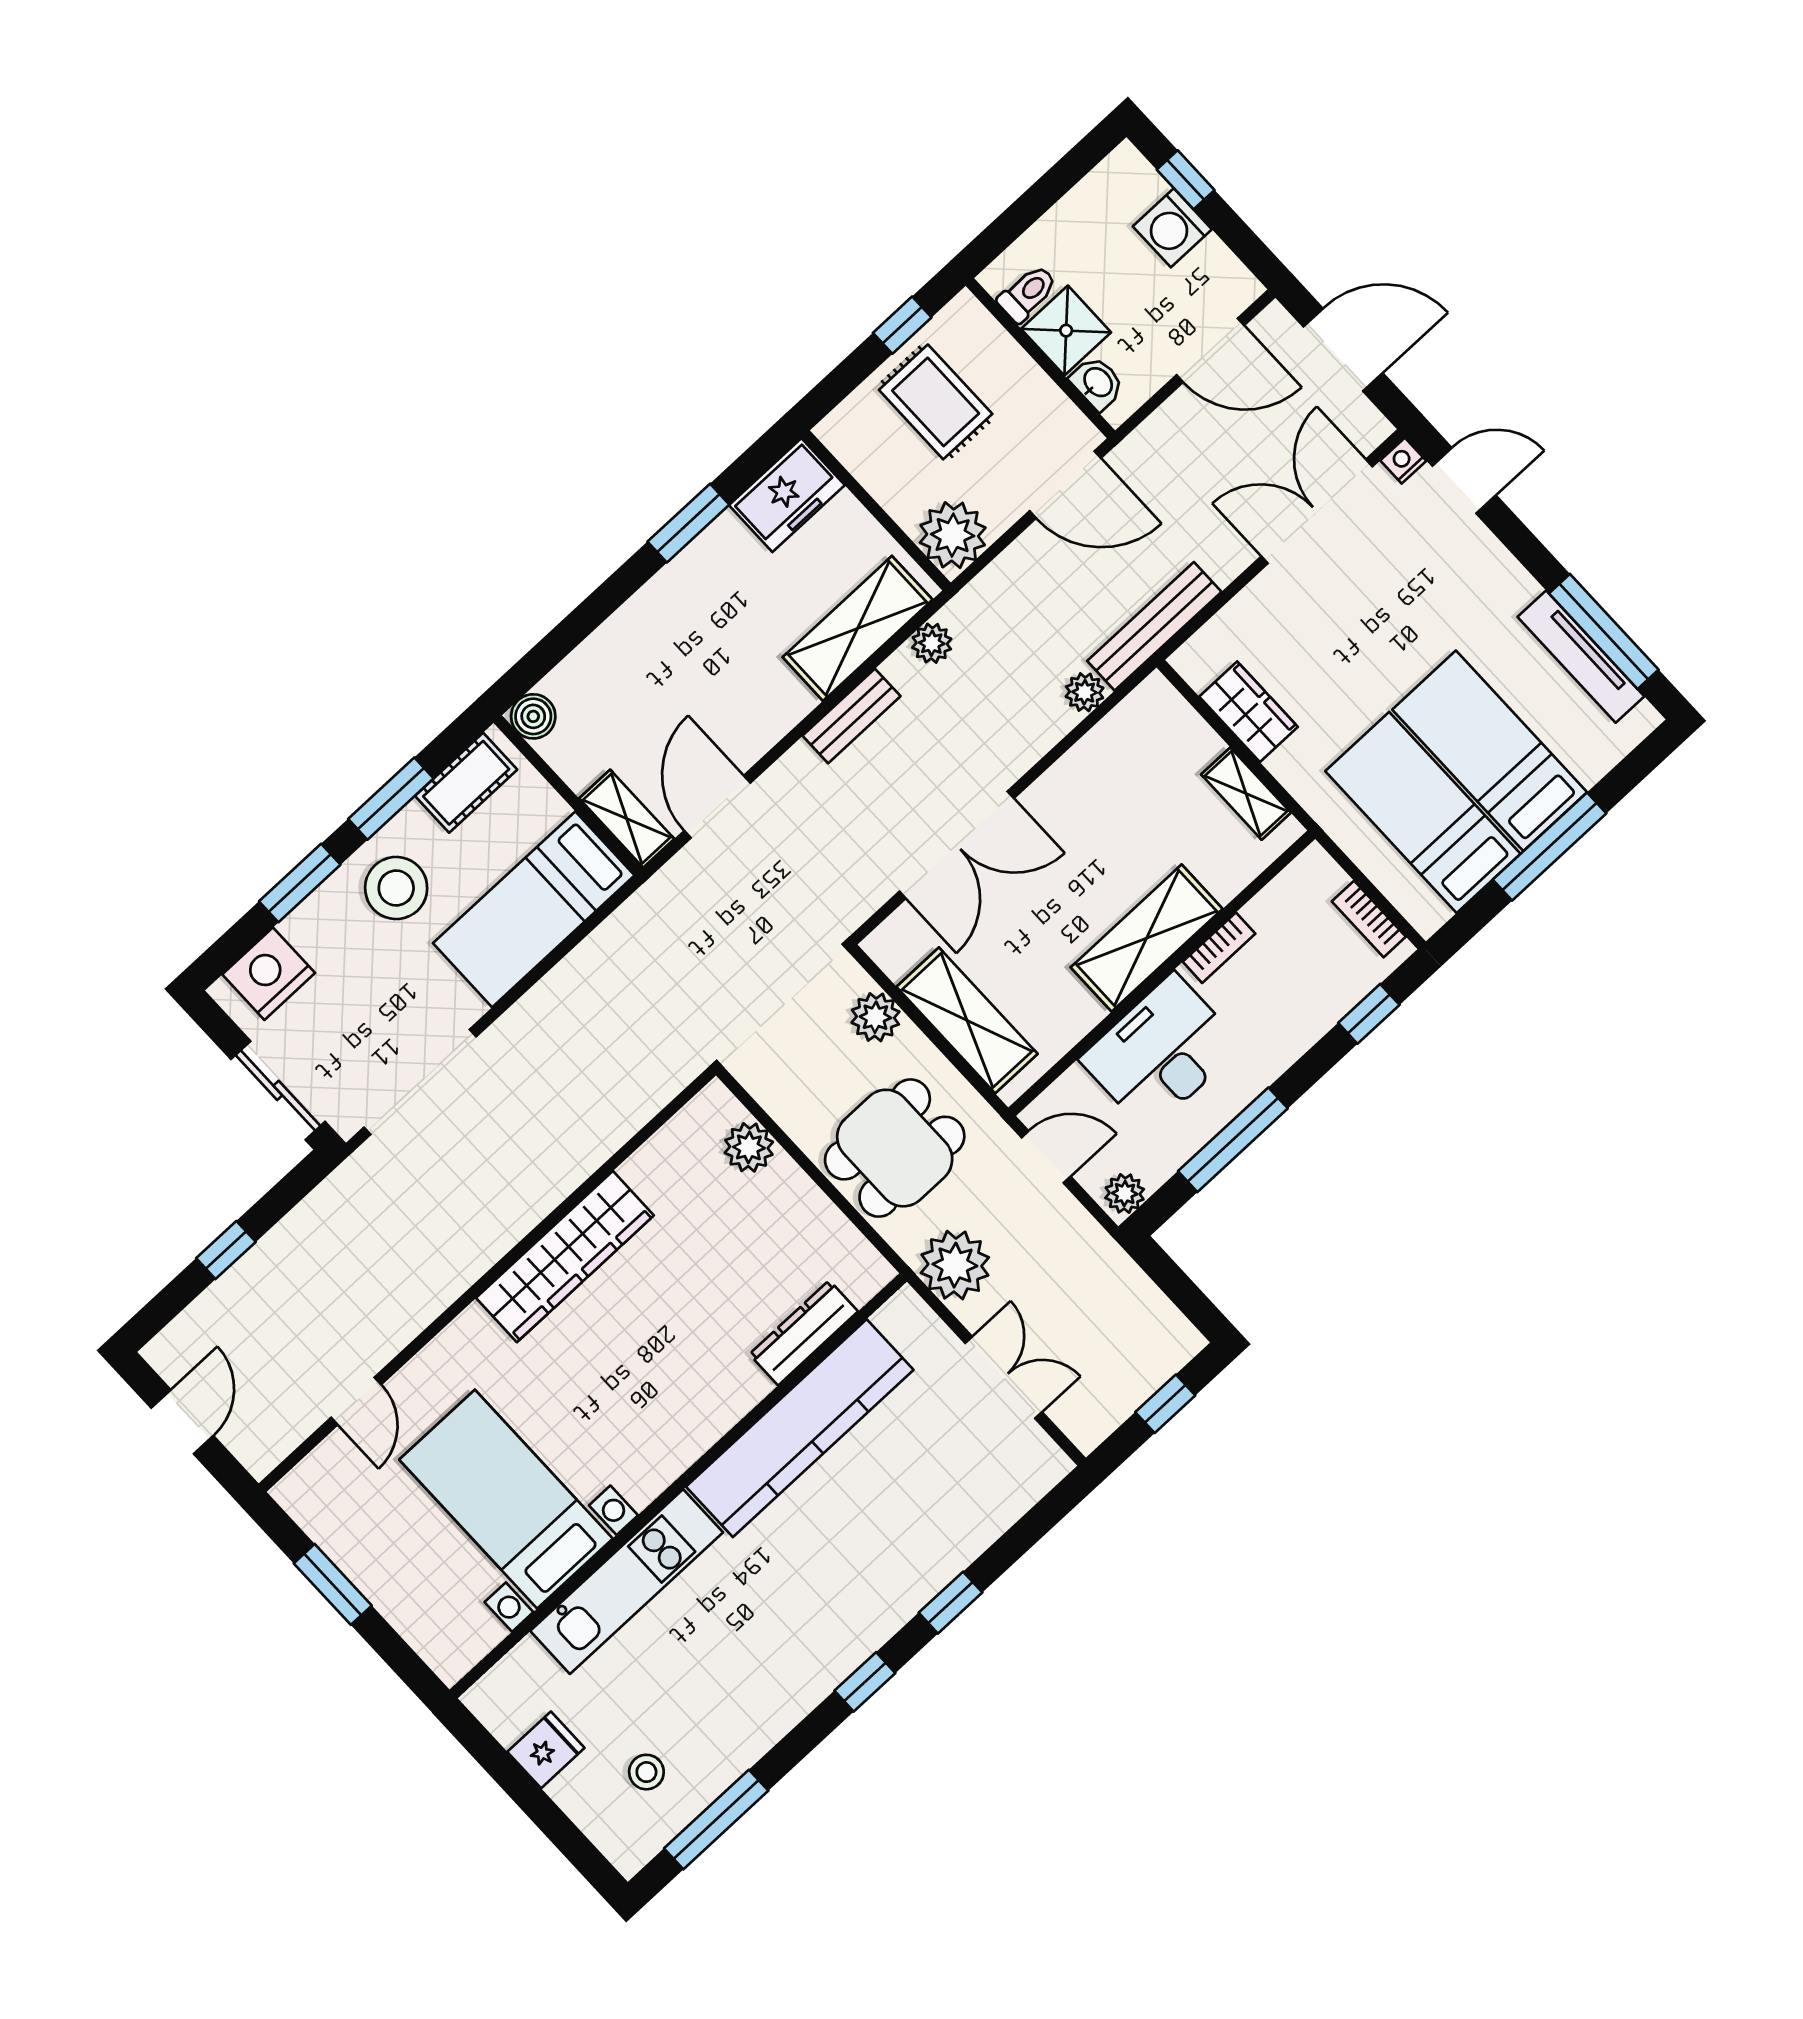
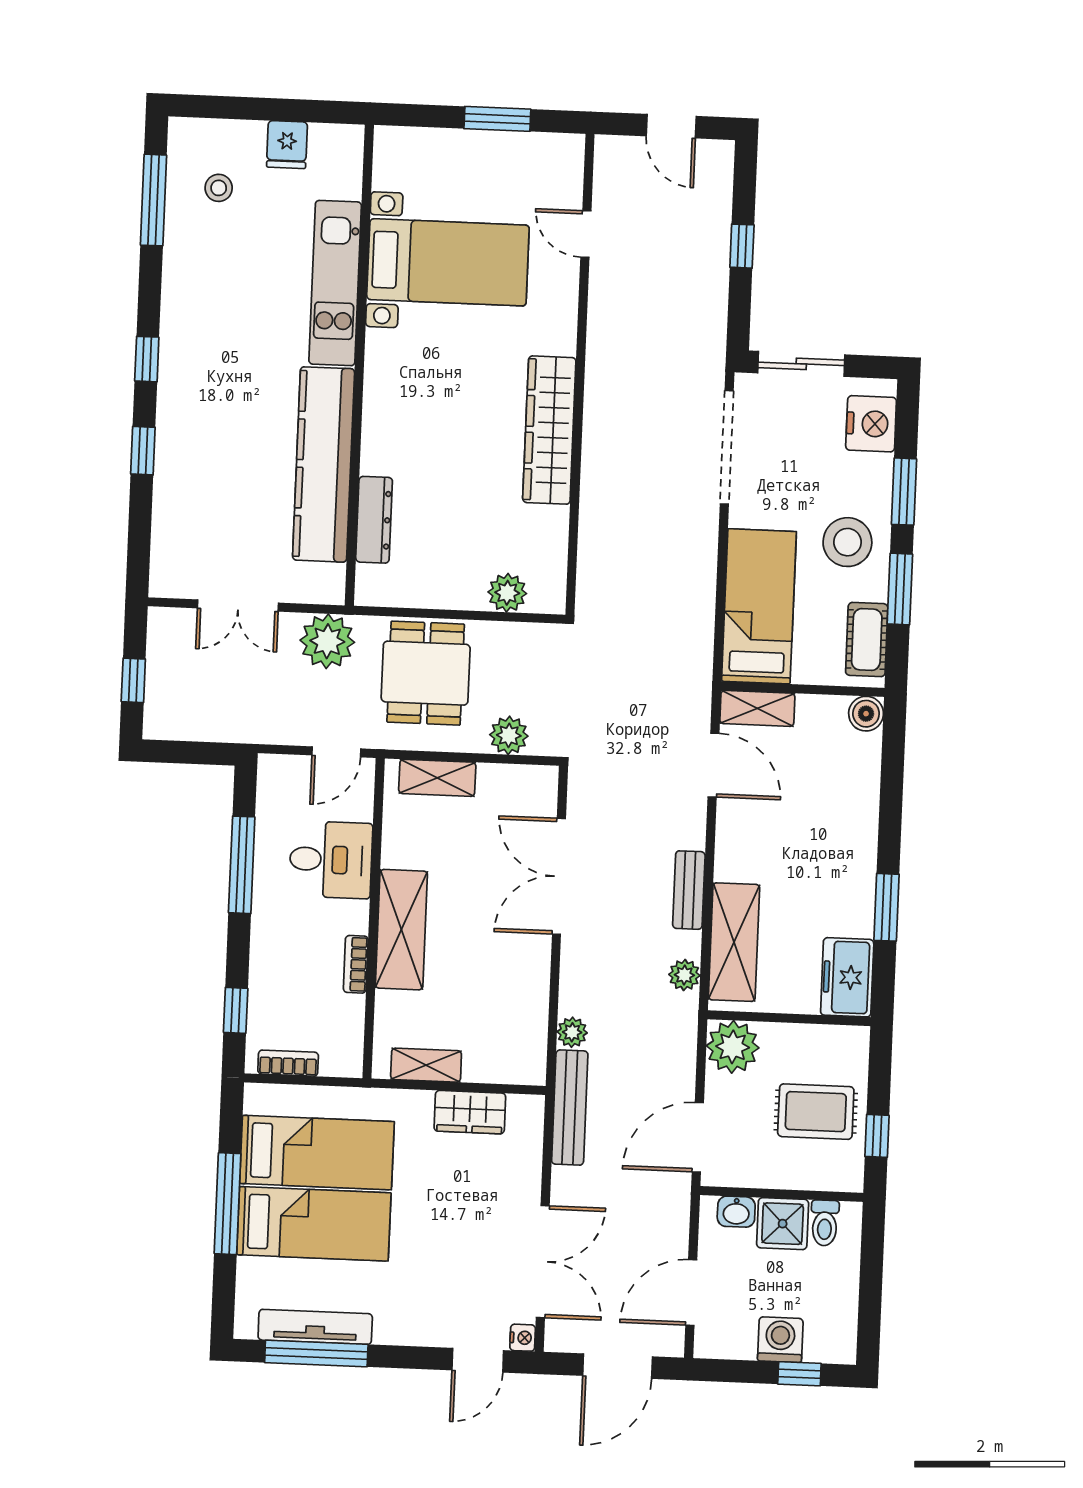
shelving: (967, 1020) -> (437, 778), width x0.67, depth x0.75
desk: (1161, 1052) -> (331, 860), width x0.73
plant: (1125, 1194) -> (272, 775), removed

